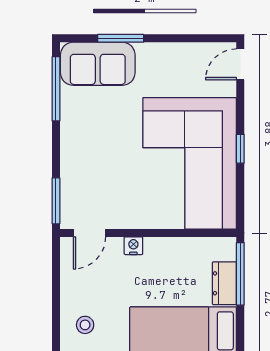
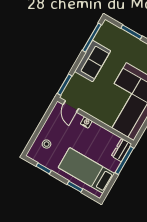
sofa: (98, 64) -> (93, 61), moved, turned -90
door: (90, 233) -> (71, 106), hinge flipped
dresser: (224, 283) -> (121, 150), moved

